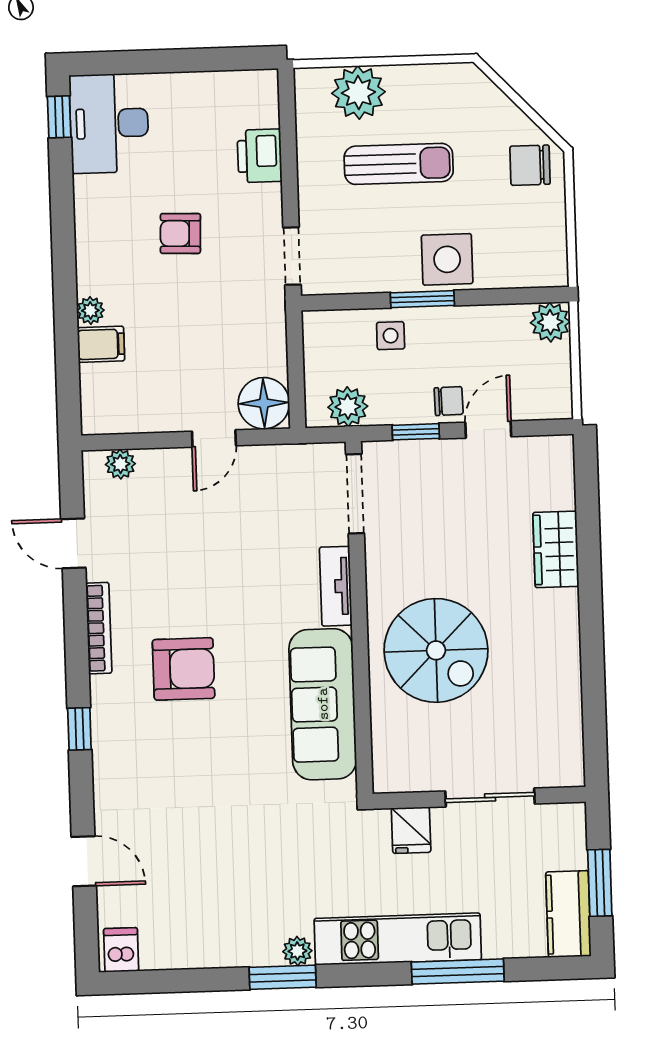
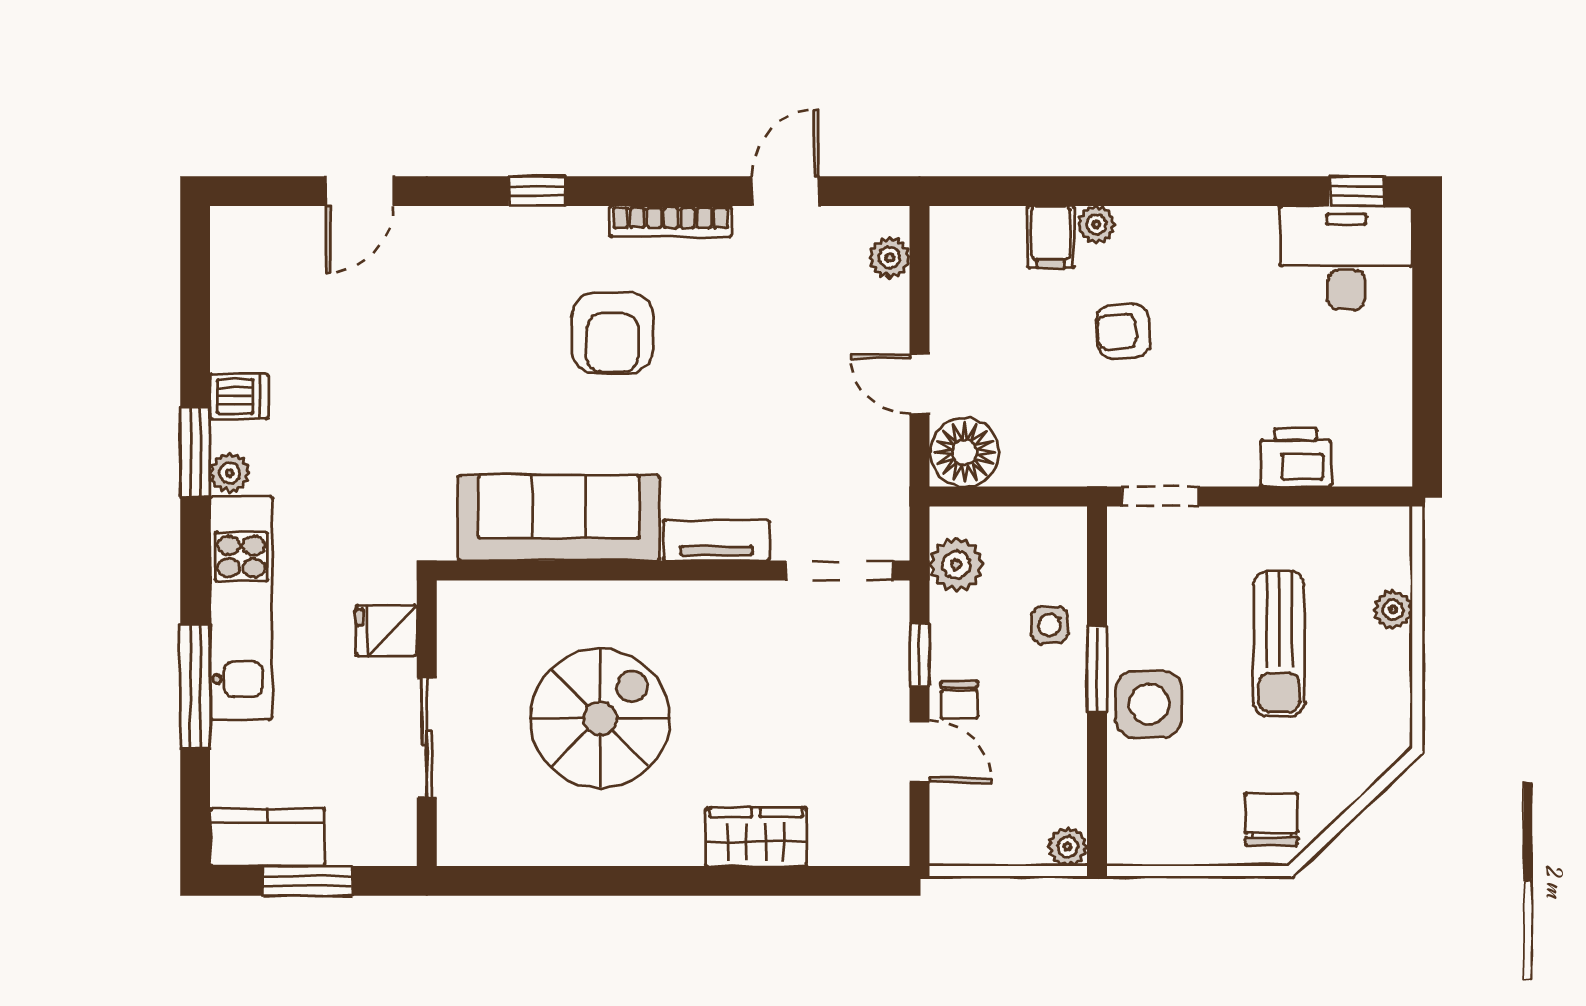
plant: (358, 93) -> (1393, 610), width x0.53, depth x0.53
armchair: (180, 233) -> (1123, 331), moved, turned -96
plant: (550, 322) -> (1068, 847), width x0.73, depth x0.73
spiral stairs: (436, 650) -> (600, 718), moved, turned 180
dishwasher: (121, 950) -> (239, 396), moved

